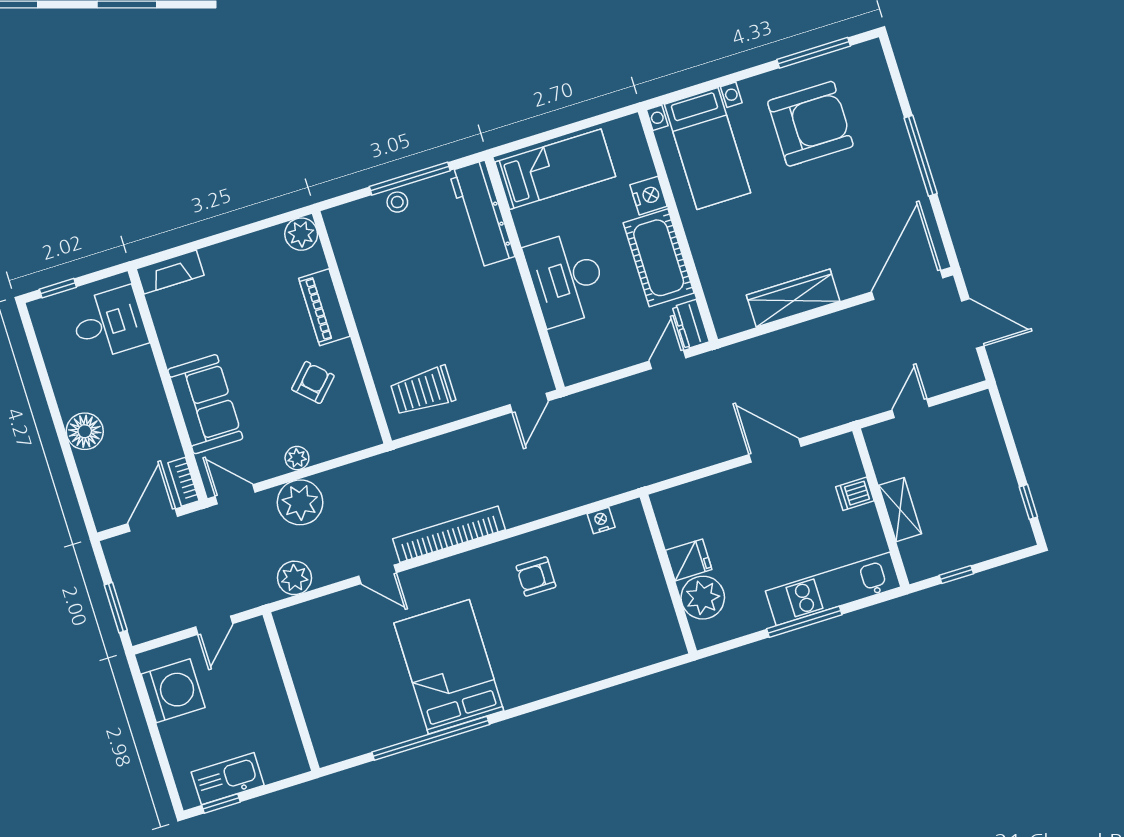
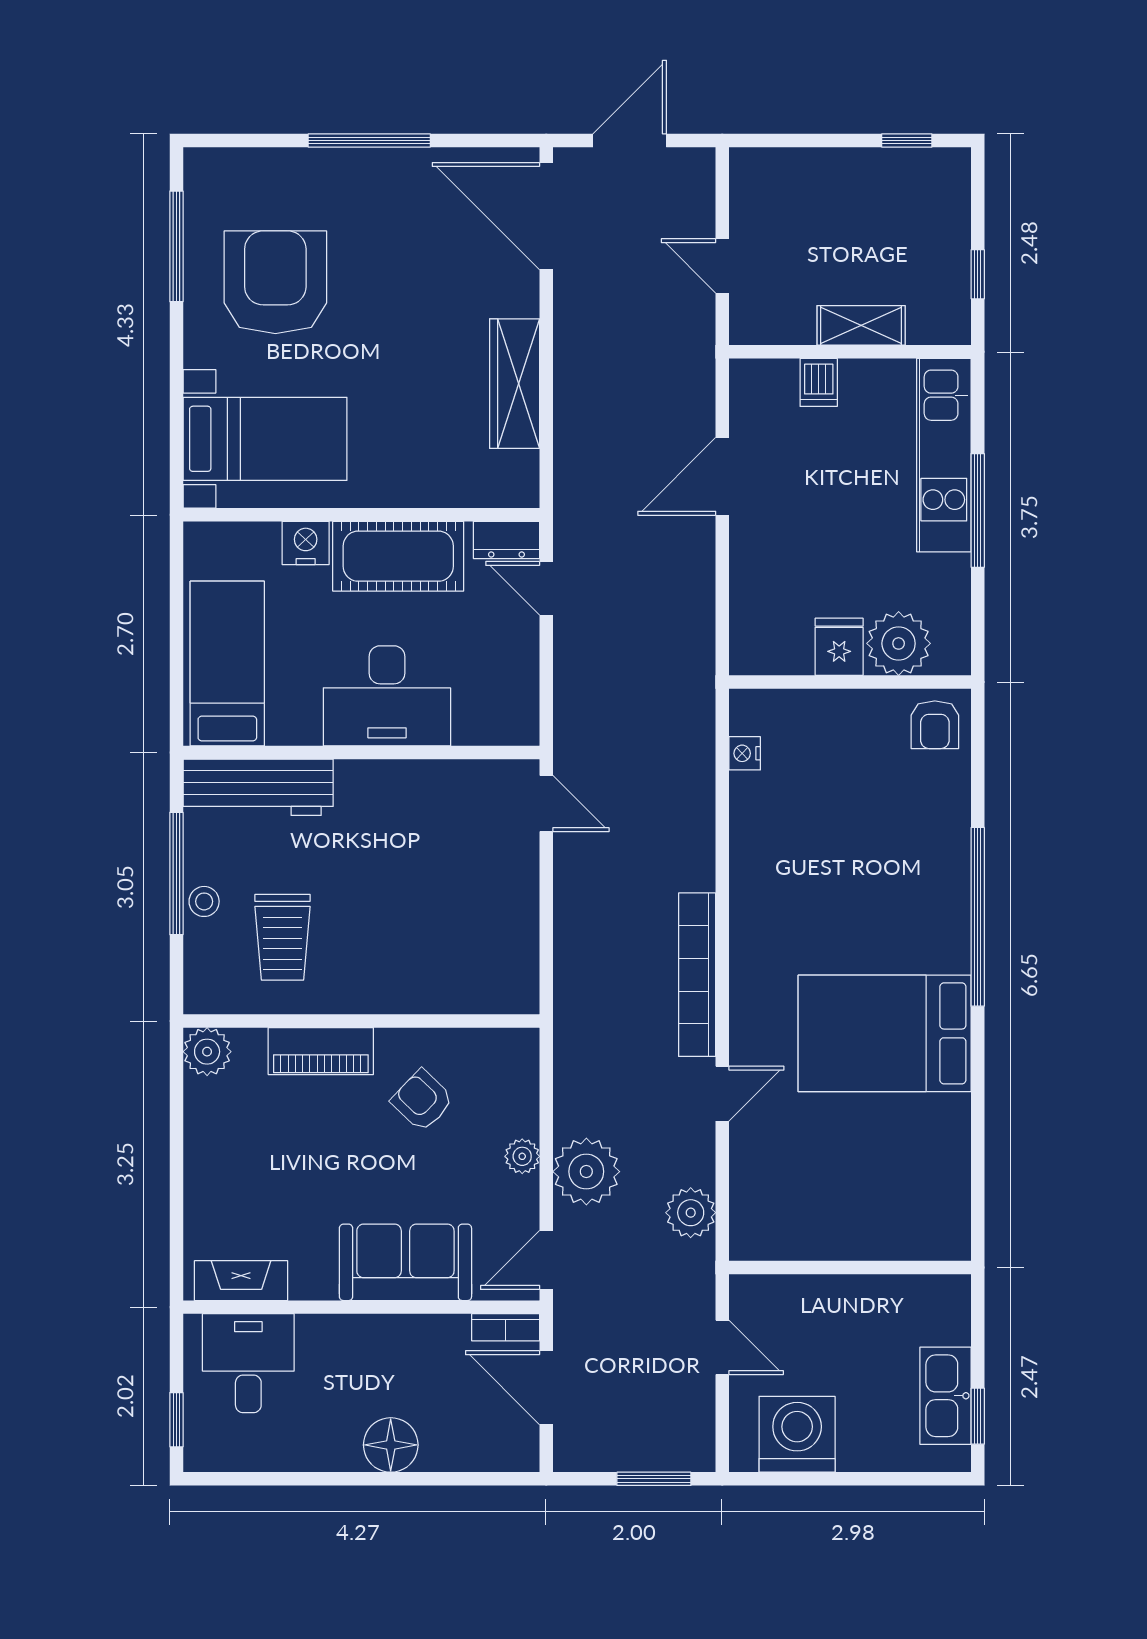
fireplace: (170, 272) -> (241, 1281), moved, turned -90
trolley: (423, 391) -> (283, 937), moved
armchair: (536, 577) -> (935, 725), moved
window: (431, 738) -> (978, 917), moved

